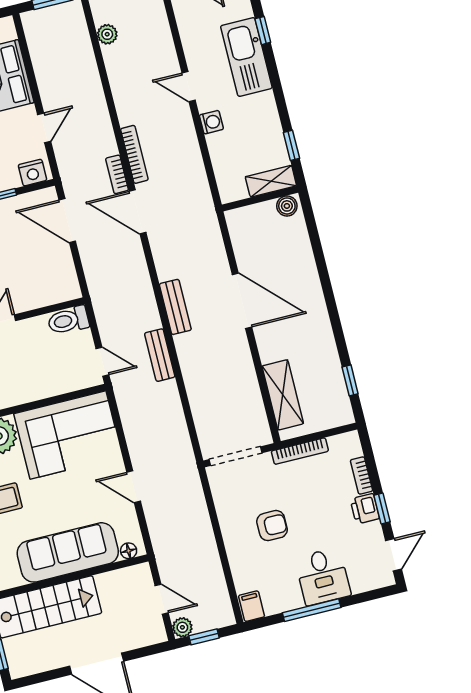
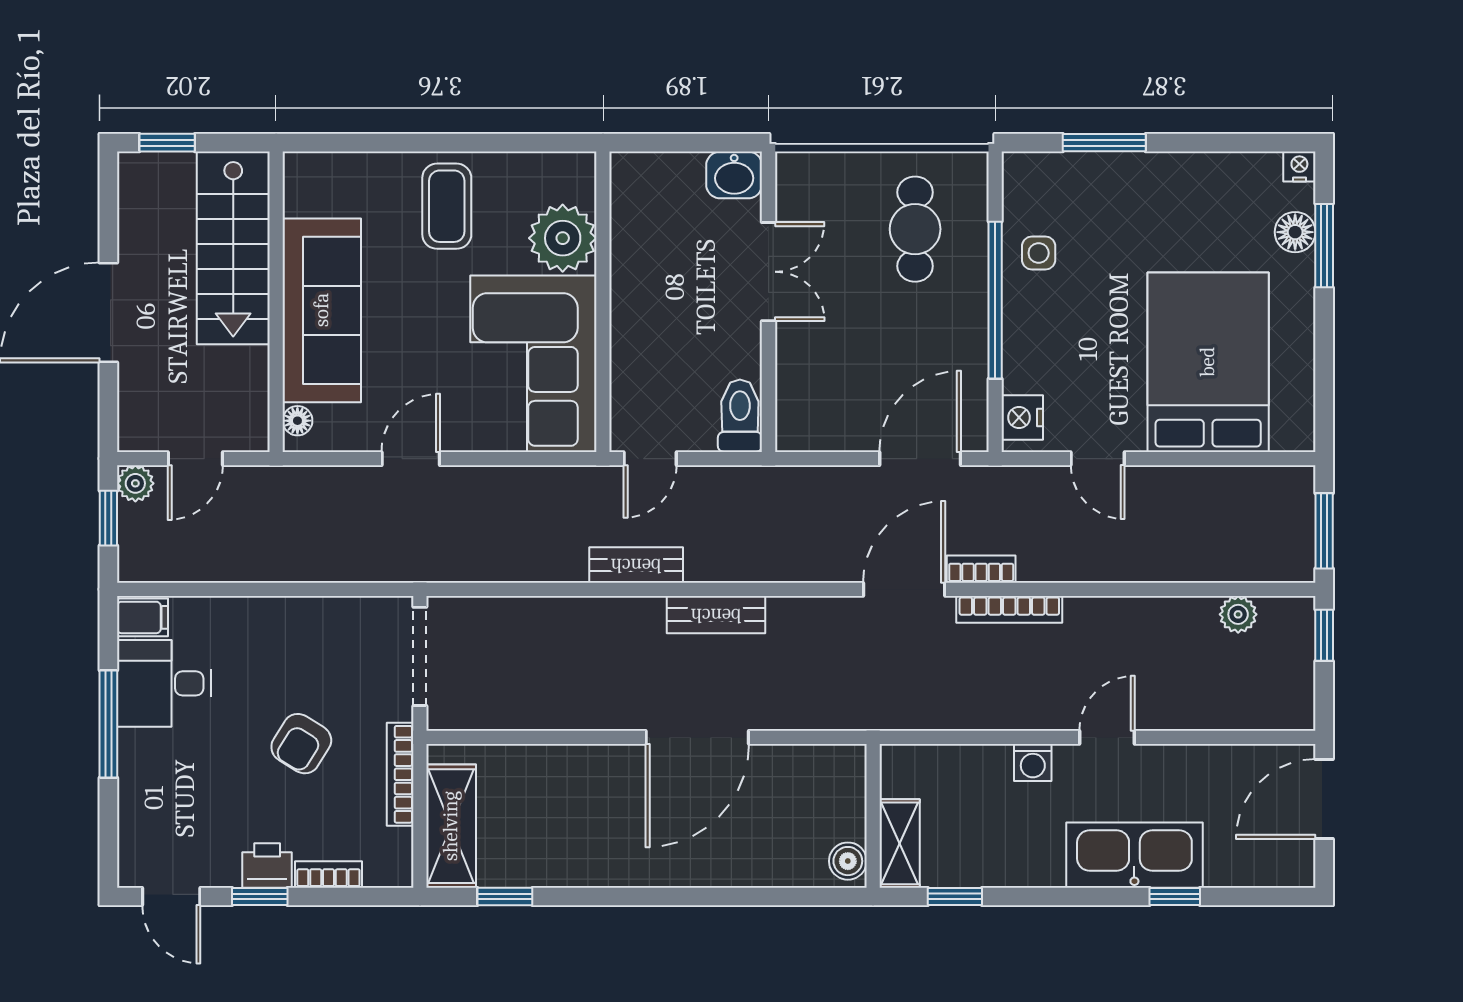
shelving: (283, 395) -> (451, 826), moved, turned 90
armchair: (272, 526) -> (301, 744), moved, turned 32
desk: (323, 576) -> (164, 683), moved

